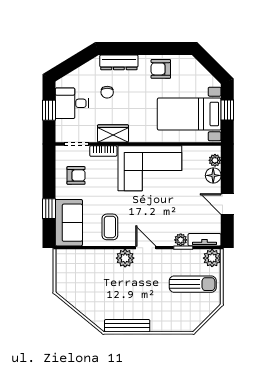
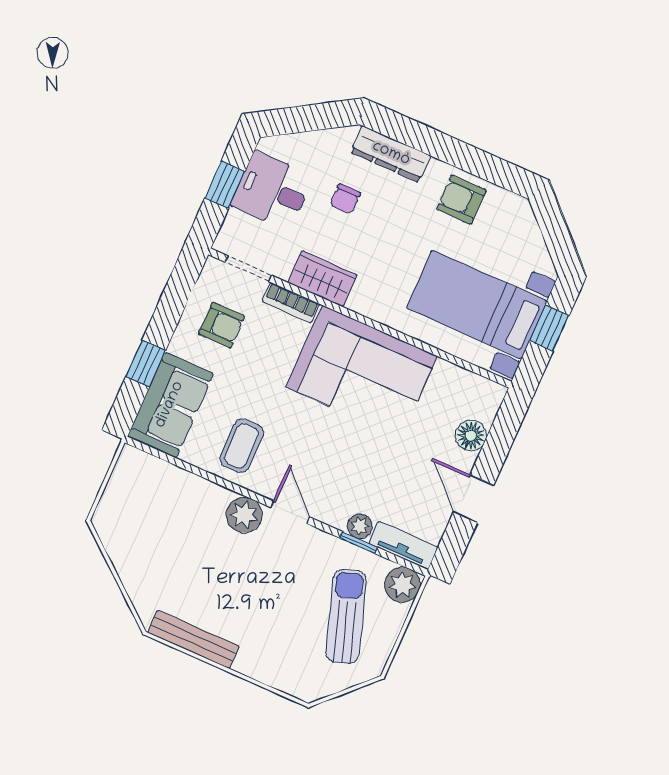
plant: (215, 160) -> (486, 409), removed
sun lounger: (193, 284) -> (346, 616), turned -108

